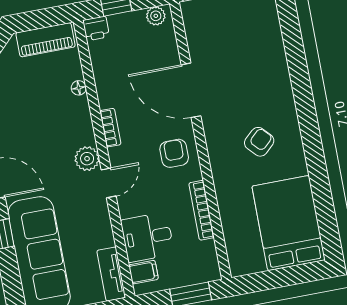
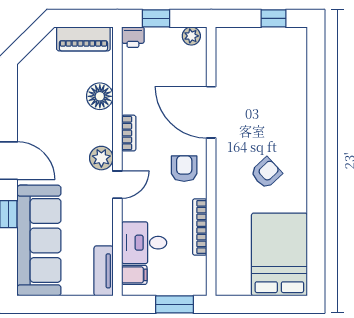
floor lamp: (79, 88) -> (100, 96), width x1.89, depth x1.89

